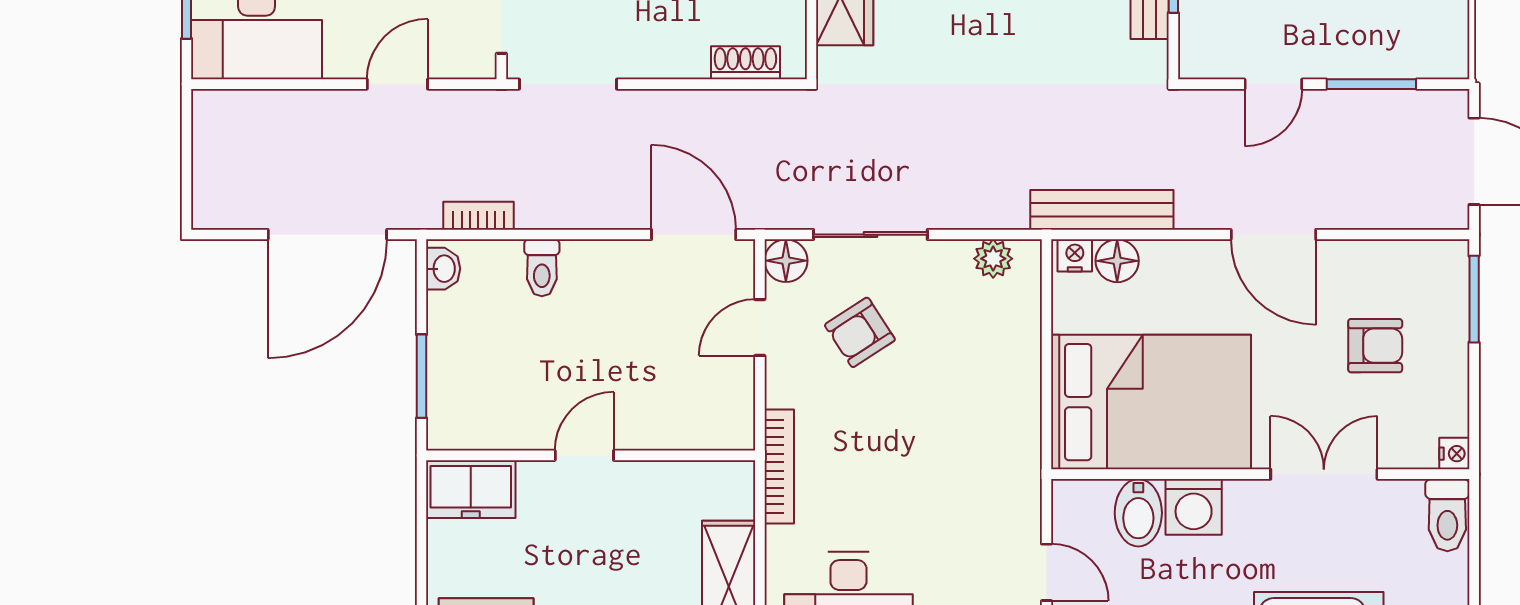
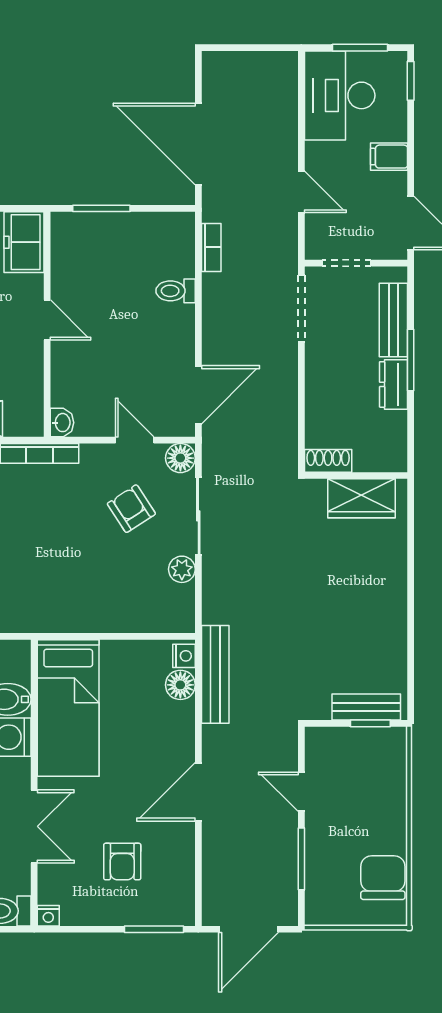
shoe rack: (745, 63) -> (328, 461), moved, turned -90
plant: (993, 259) -> (182, 569), moved
washbasin: (443, 269) -> (62, 423), moved, turned -90
bed: (1151, 402) -> (68, 708), width x0.67

